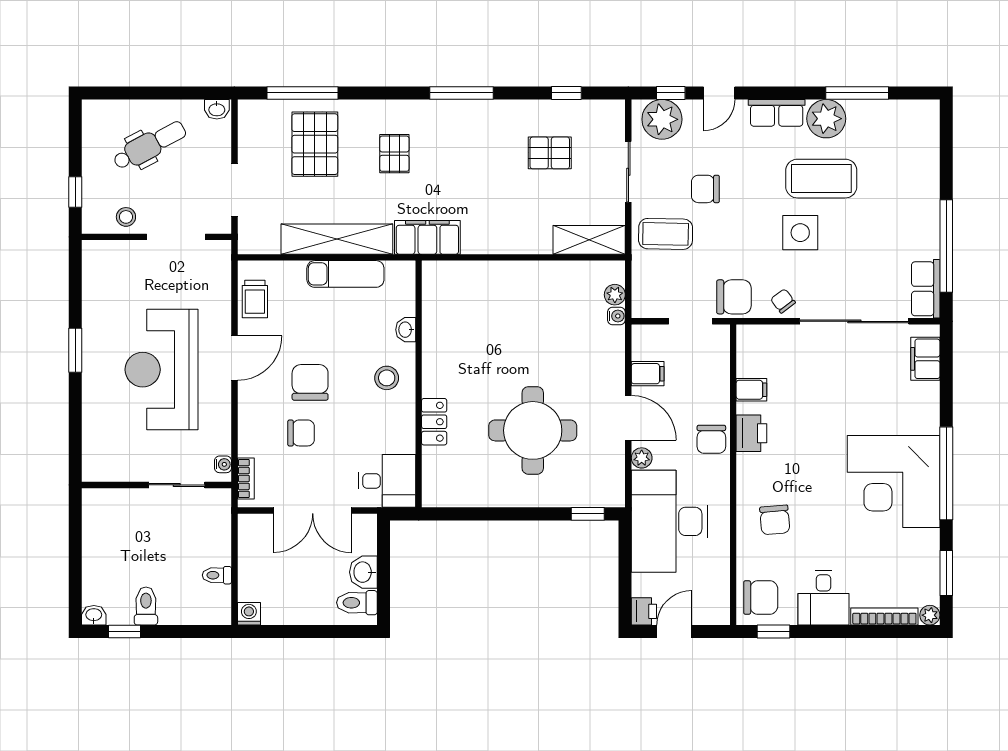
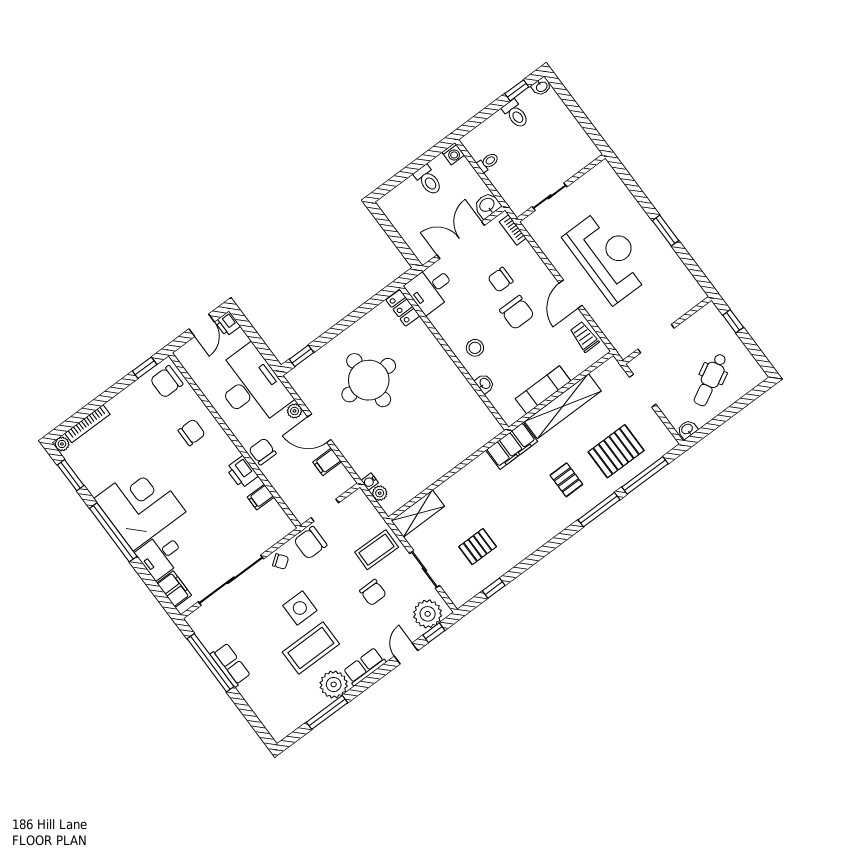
window: (461, 93) -> (599, 510), moved
pallet: (315, 144) -> (616, 451), turned 90
chair: (705, 189) -> (373, 592), turned 90
stool: (126, 217) -> (693, 329), removed
row of seats: (926, 289) -> (230, 665), moved
locker: (434, 422) -> (403, 308), moved
water cooler: (223, 464) -> (532, 228), removed
chair: (775, 520) -> (192, 432), turned 95
washbasin: (363, 572) -> (487, 205), moved, turned -90
desk: (823, 598) -> (161, 555), moved, turned -90
toilet: (357, 603) -> (428, 180), moved, turned 90

